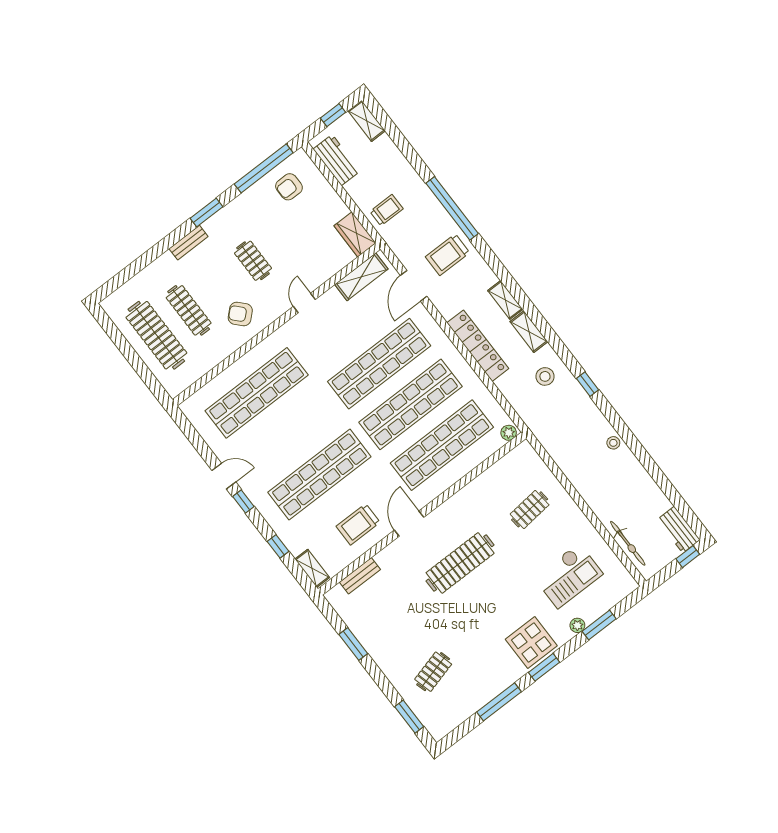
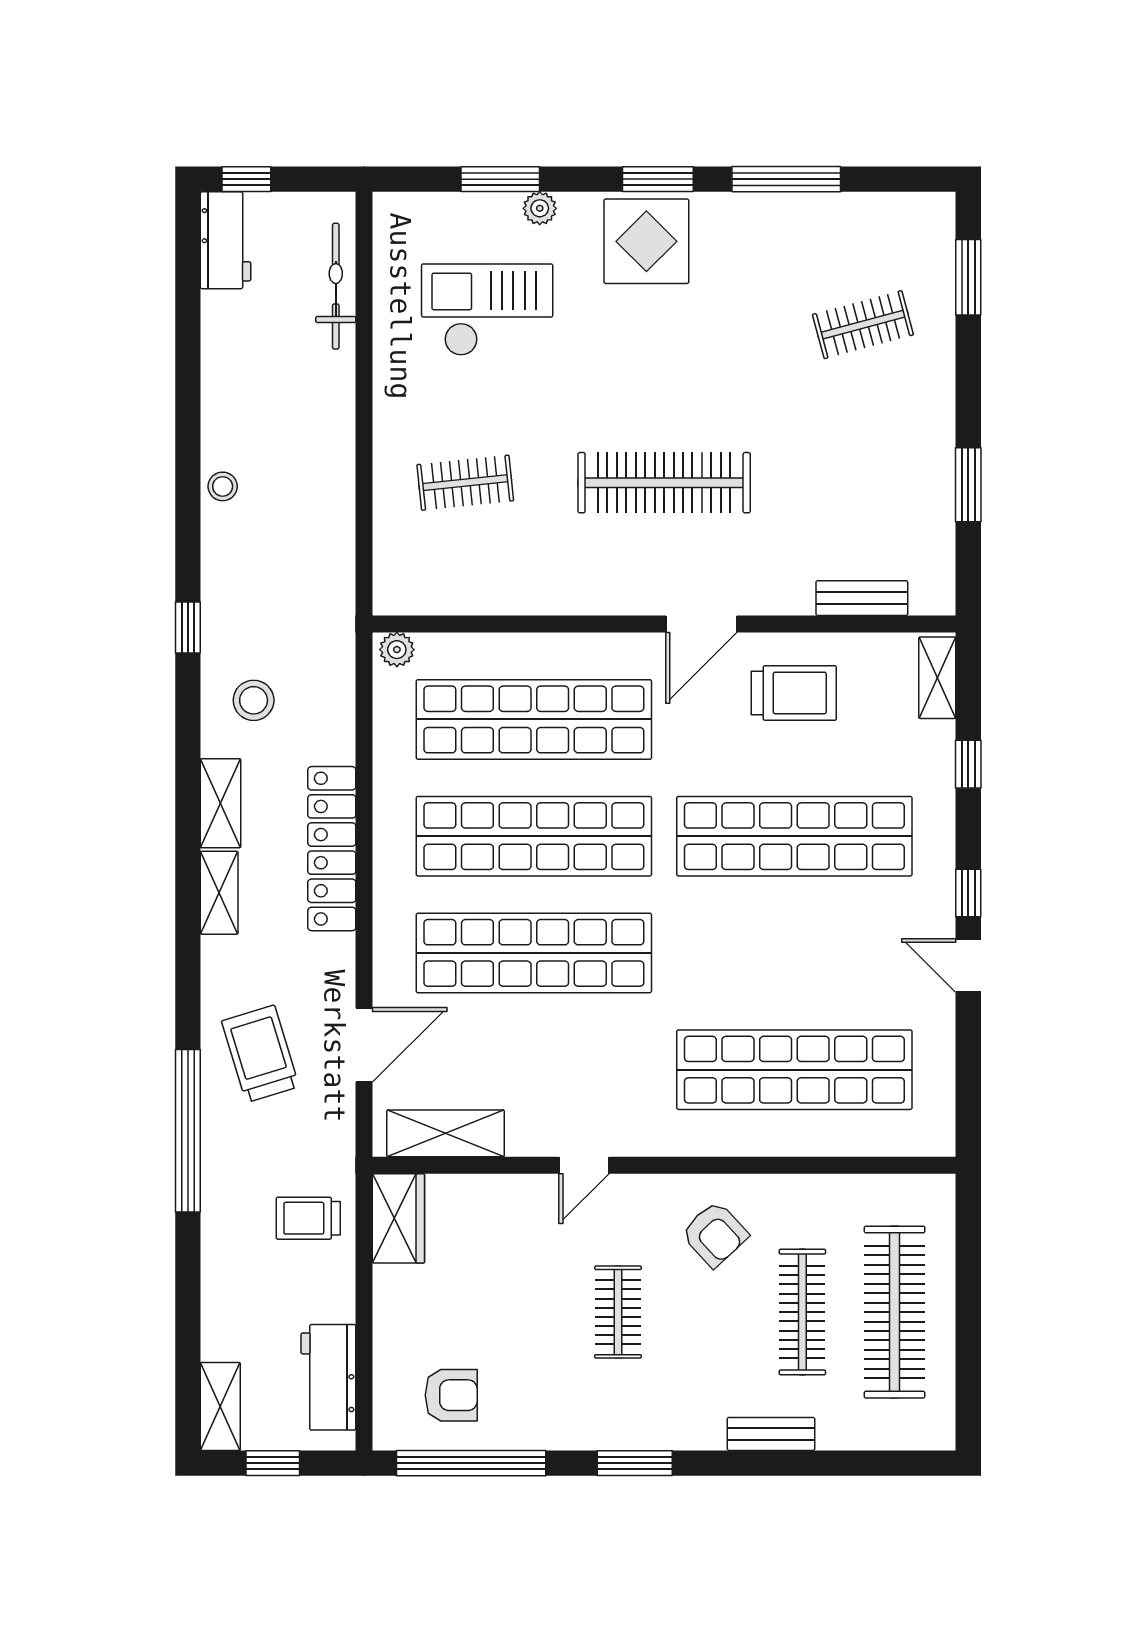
bench: (189, 243) -> (771, 1434), moved
trolley: (448, 255) -> (260, 1054), turned -107

